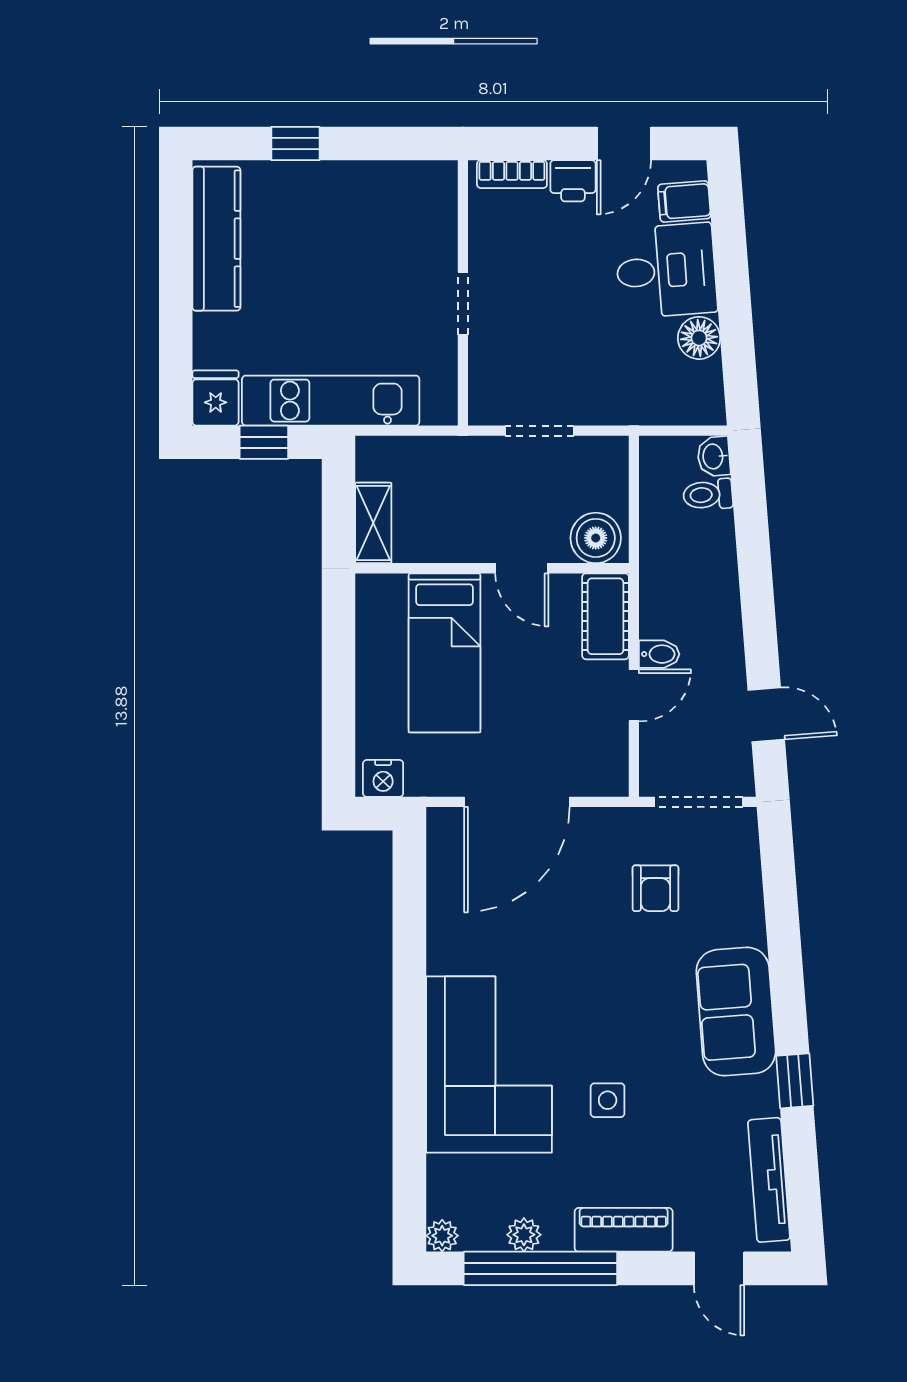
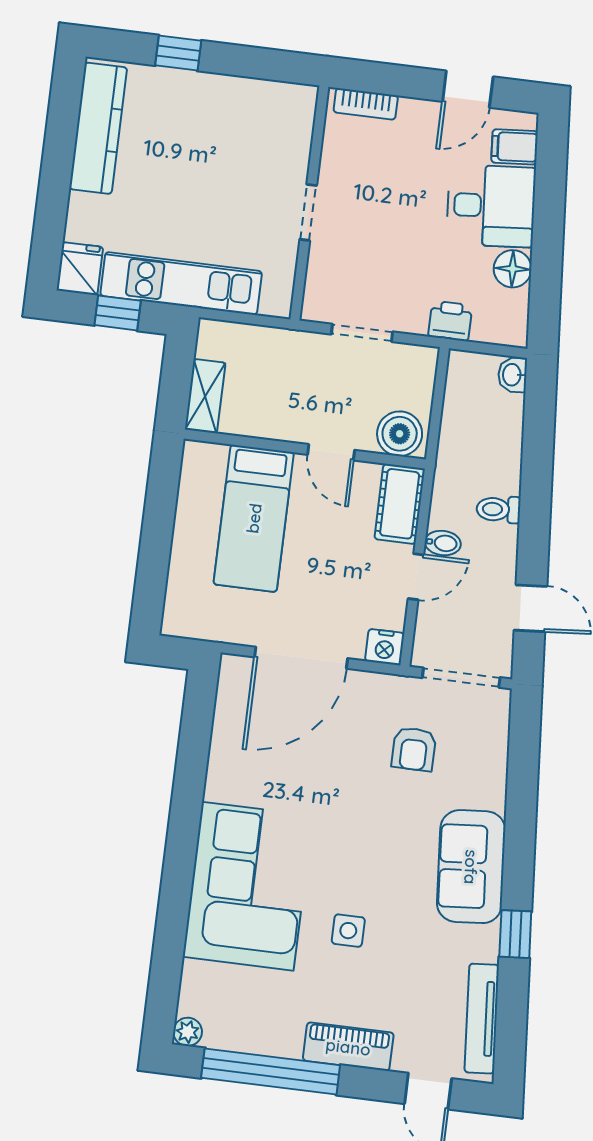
printer: (573, 181) -> (450, 321), moved, turned 180
toilet: (708, 495) -> (499, 509), moved
nightstand: (383, 778) -> (385, 647), moved
plant: (524, 1235) -> (260, 1040), removed

